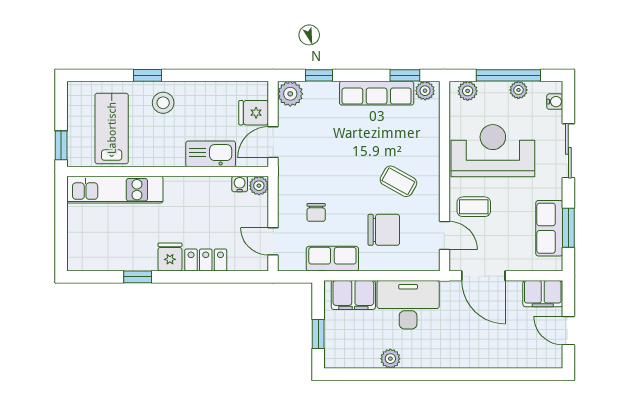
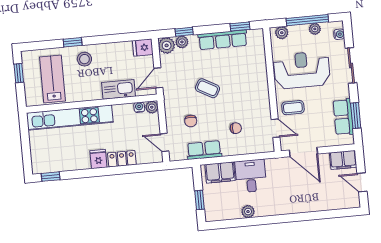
plant: (425, 91) -> (182, 42), moved
fridge: (254, 113) -> (143, 48), moved
window: (61, 145) -> (19, 73), moved
coffee table: (398, 181) -> (207, 88), moved
kitchen unit: (115, 190) -> (70, 118), width x1.36
chair: (384, 230) -> (236, 128), width x0.54, depth x0.54
window: (138, 277) -> (51, 177), moved
desk: (408, 305) -> (251, 176), width x0.73

